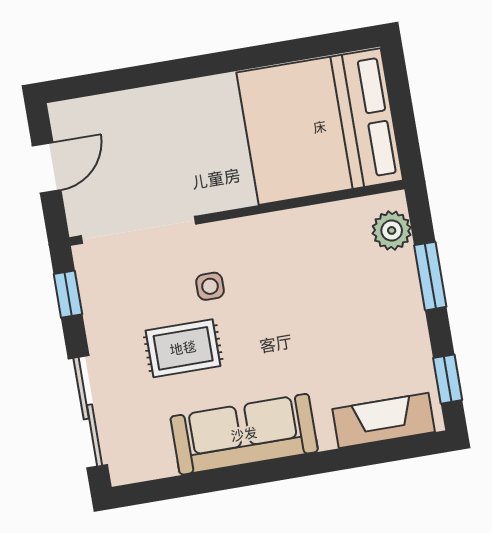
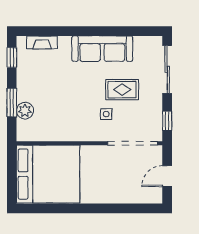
plant: (392, 230) -> (25, 111), moved
fireplace: (384, 420) -> (42, 42), width x0.73, depth x0.76

